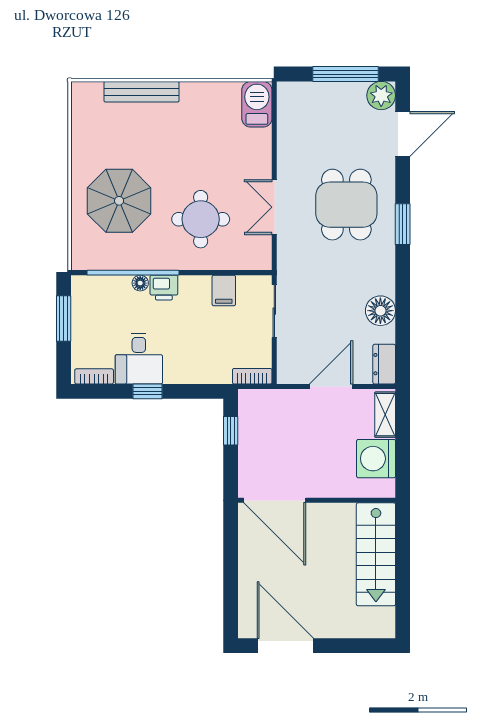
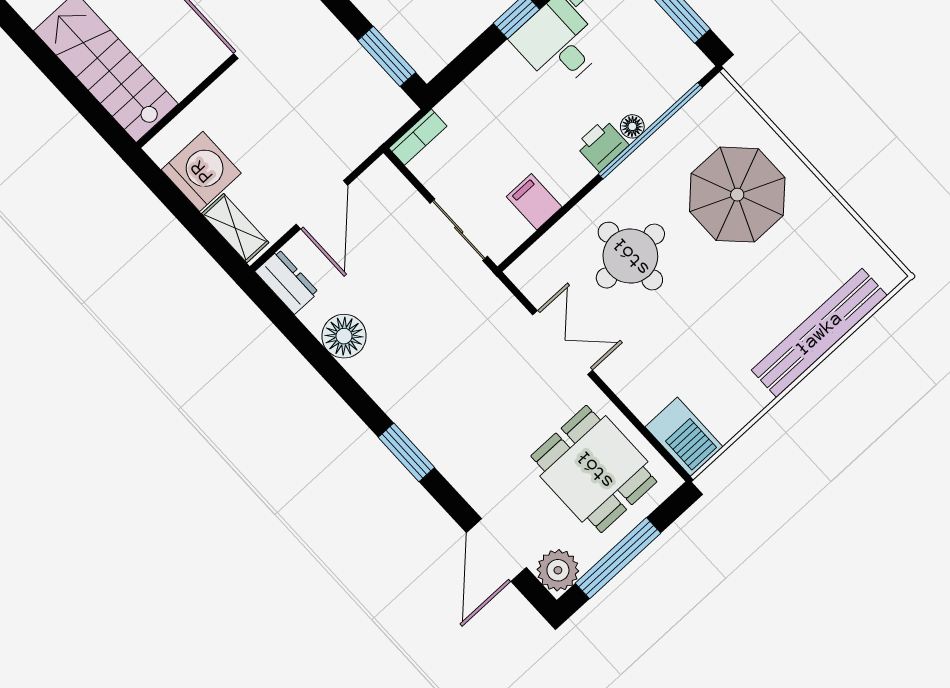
bench: (142, 92) -> (819, 333), width x1.37, depth x1.21
dining table: (346, 205) -> (594, 469), moved
window: (231, 431) -> (387, 56), width x1.50

